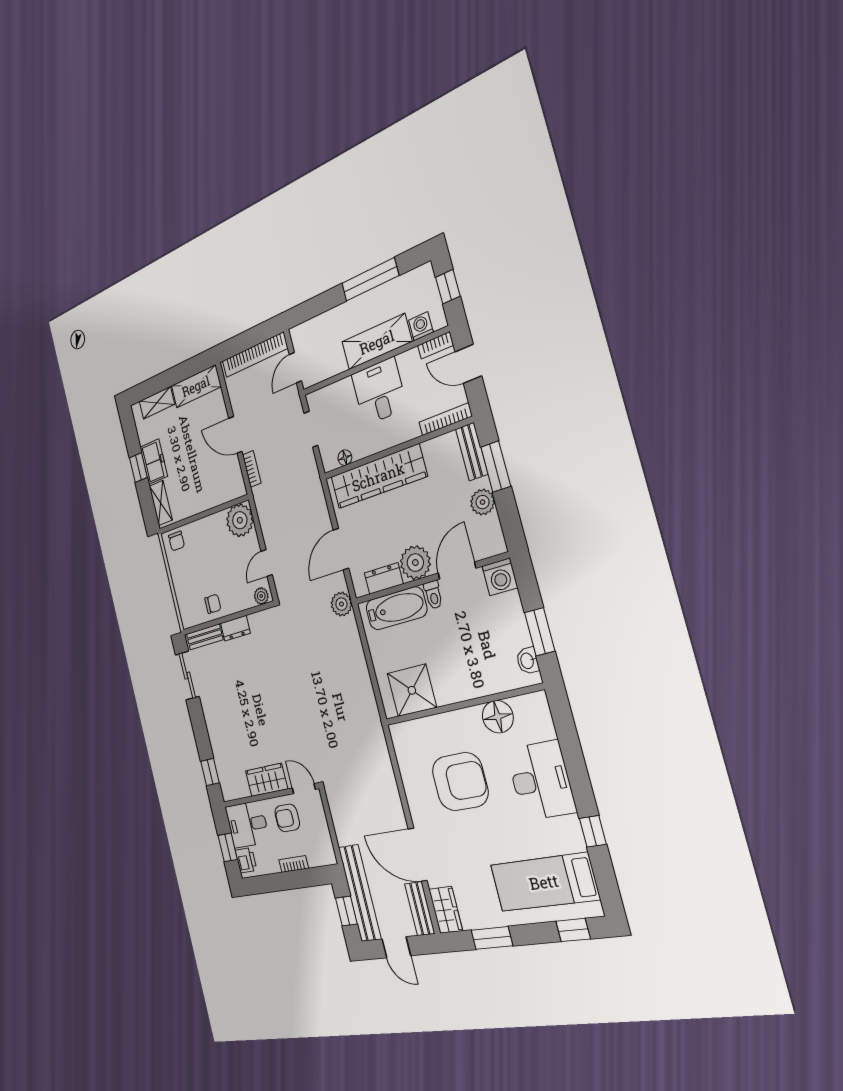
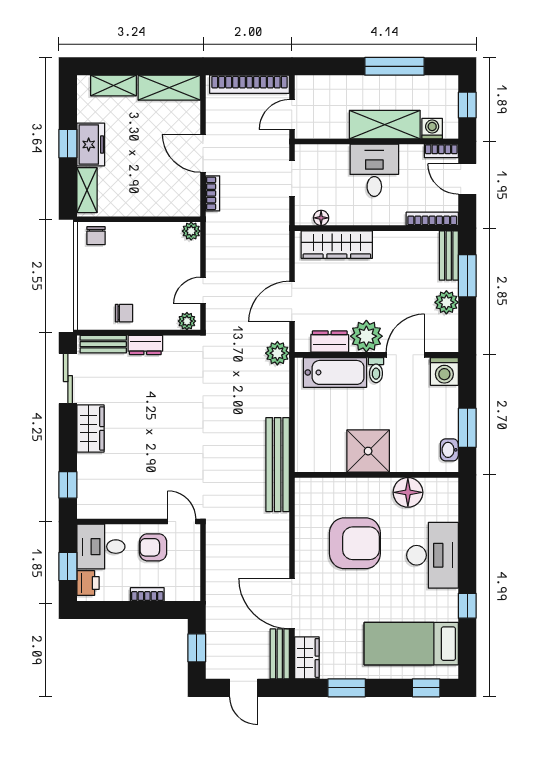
wardrobe: (378, 477) -> (337, 245), width x0.71, depth x0.85
plant: (240, 520) -> (191, 231), width x0.53, depth x0.53
shower: (412, 690) -> (368, 451), moved
wardrobe: (266, 780) -> (90, 429), moved, turned 90
bench: (360, 893) -> (278, 465), moved

